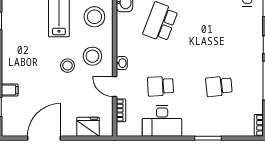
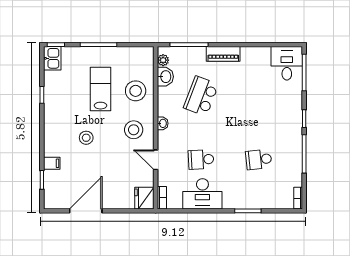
washbasin: (122, 63) -> (163, 123), moved
stool: (68, 66) -> (86, 138), moved
bookcase: (121, 110) -> (162, 198), moved
fridge: (88, 127) -> (144, 198), moved, turned -90

